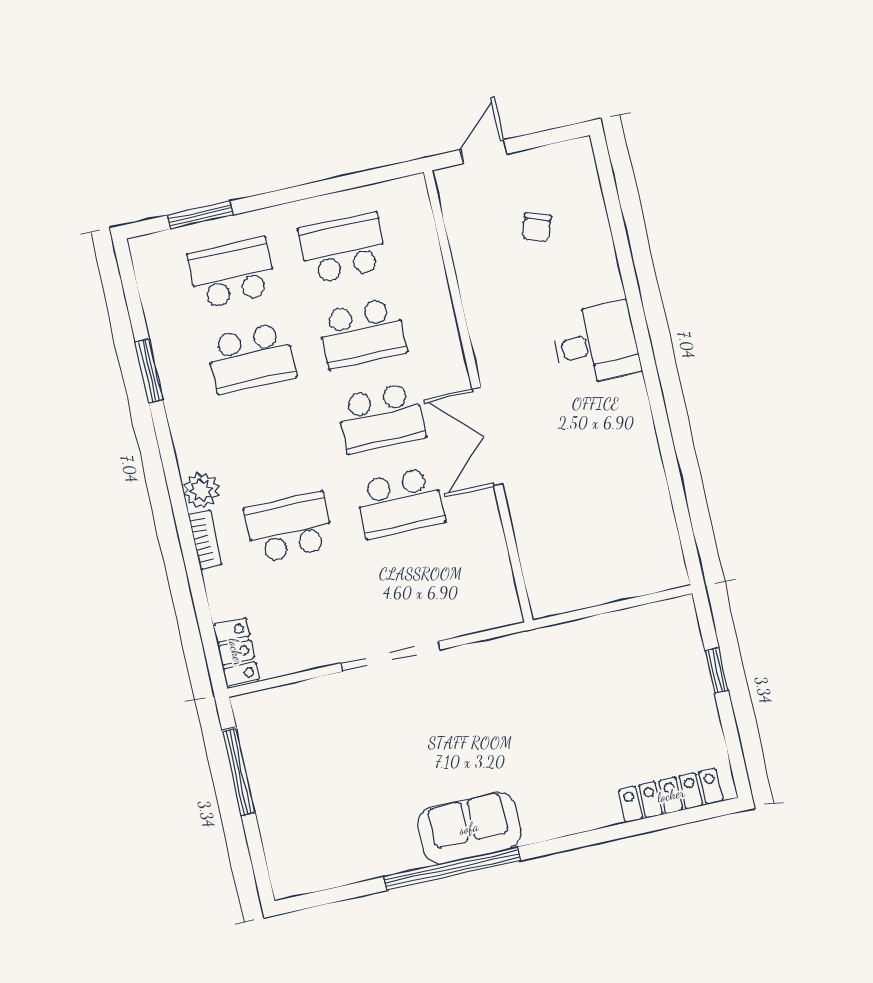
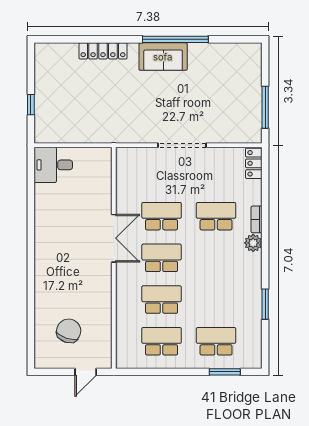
chair: (537, 227) -> (69, 331), width x1.87, depth x1.87
school desk: (343, 248) -> (162, 341), turned 180
school desk: (232, 273) -> (216, 341), turned 180
desk: (596, 344) -> (53, 165), moved
school desk: (251, 358) -> (216, 300), removed
school desk: (289, 528) -> (216, 216), turned 180
locker: (671, 795) -> (103, 51), moved

